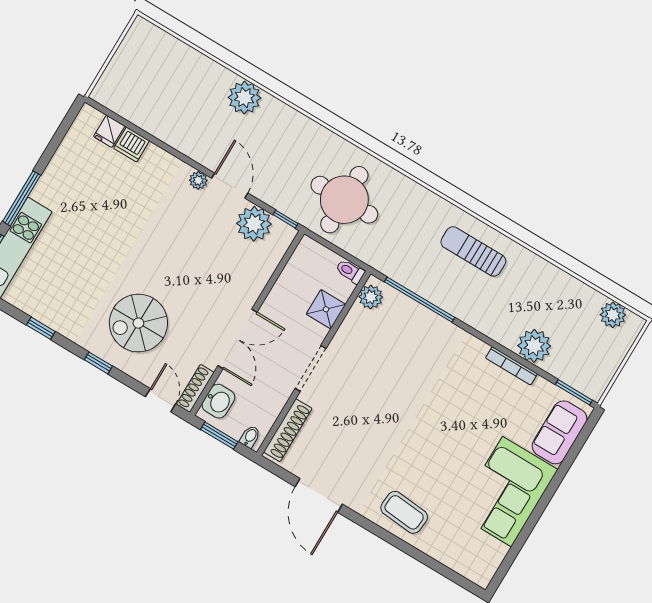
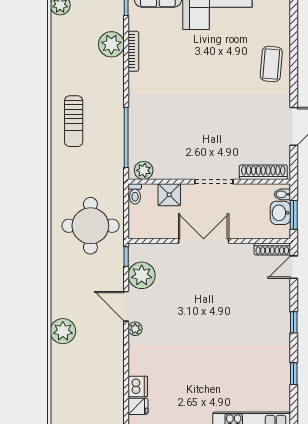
door: (230, 186) -> (126, 306), hinge flipped
spiral stairs: (138, 323) -> (252, 312), removed
double door: (237, 339) -> (204, 241), moved
washbasin: (218, 401) -> (280, 213), moved, turned -90

